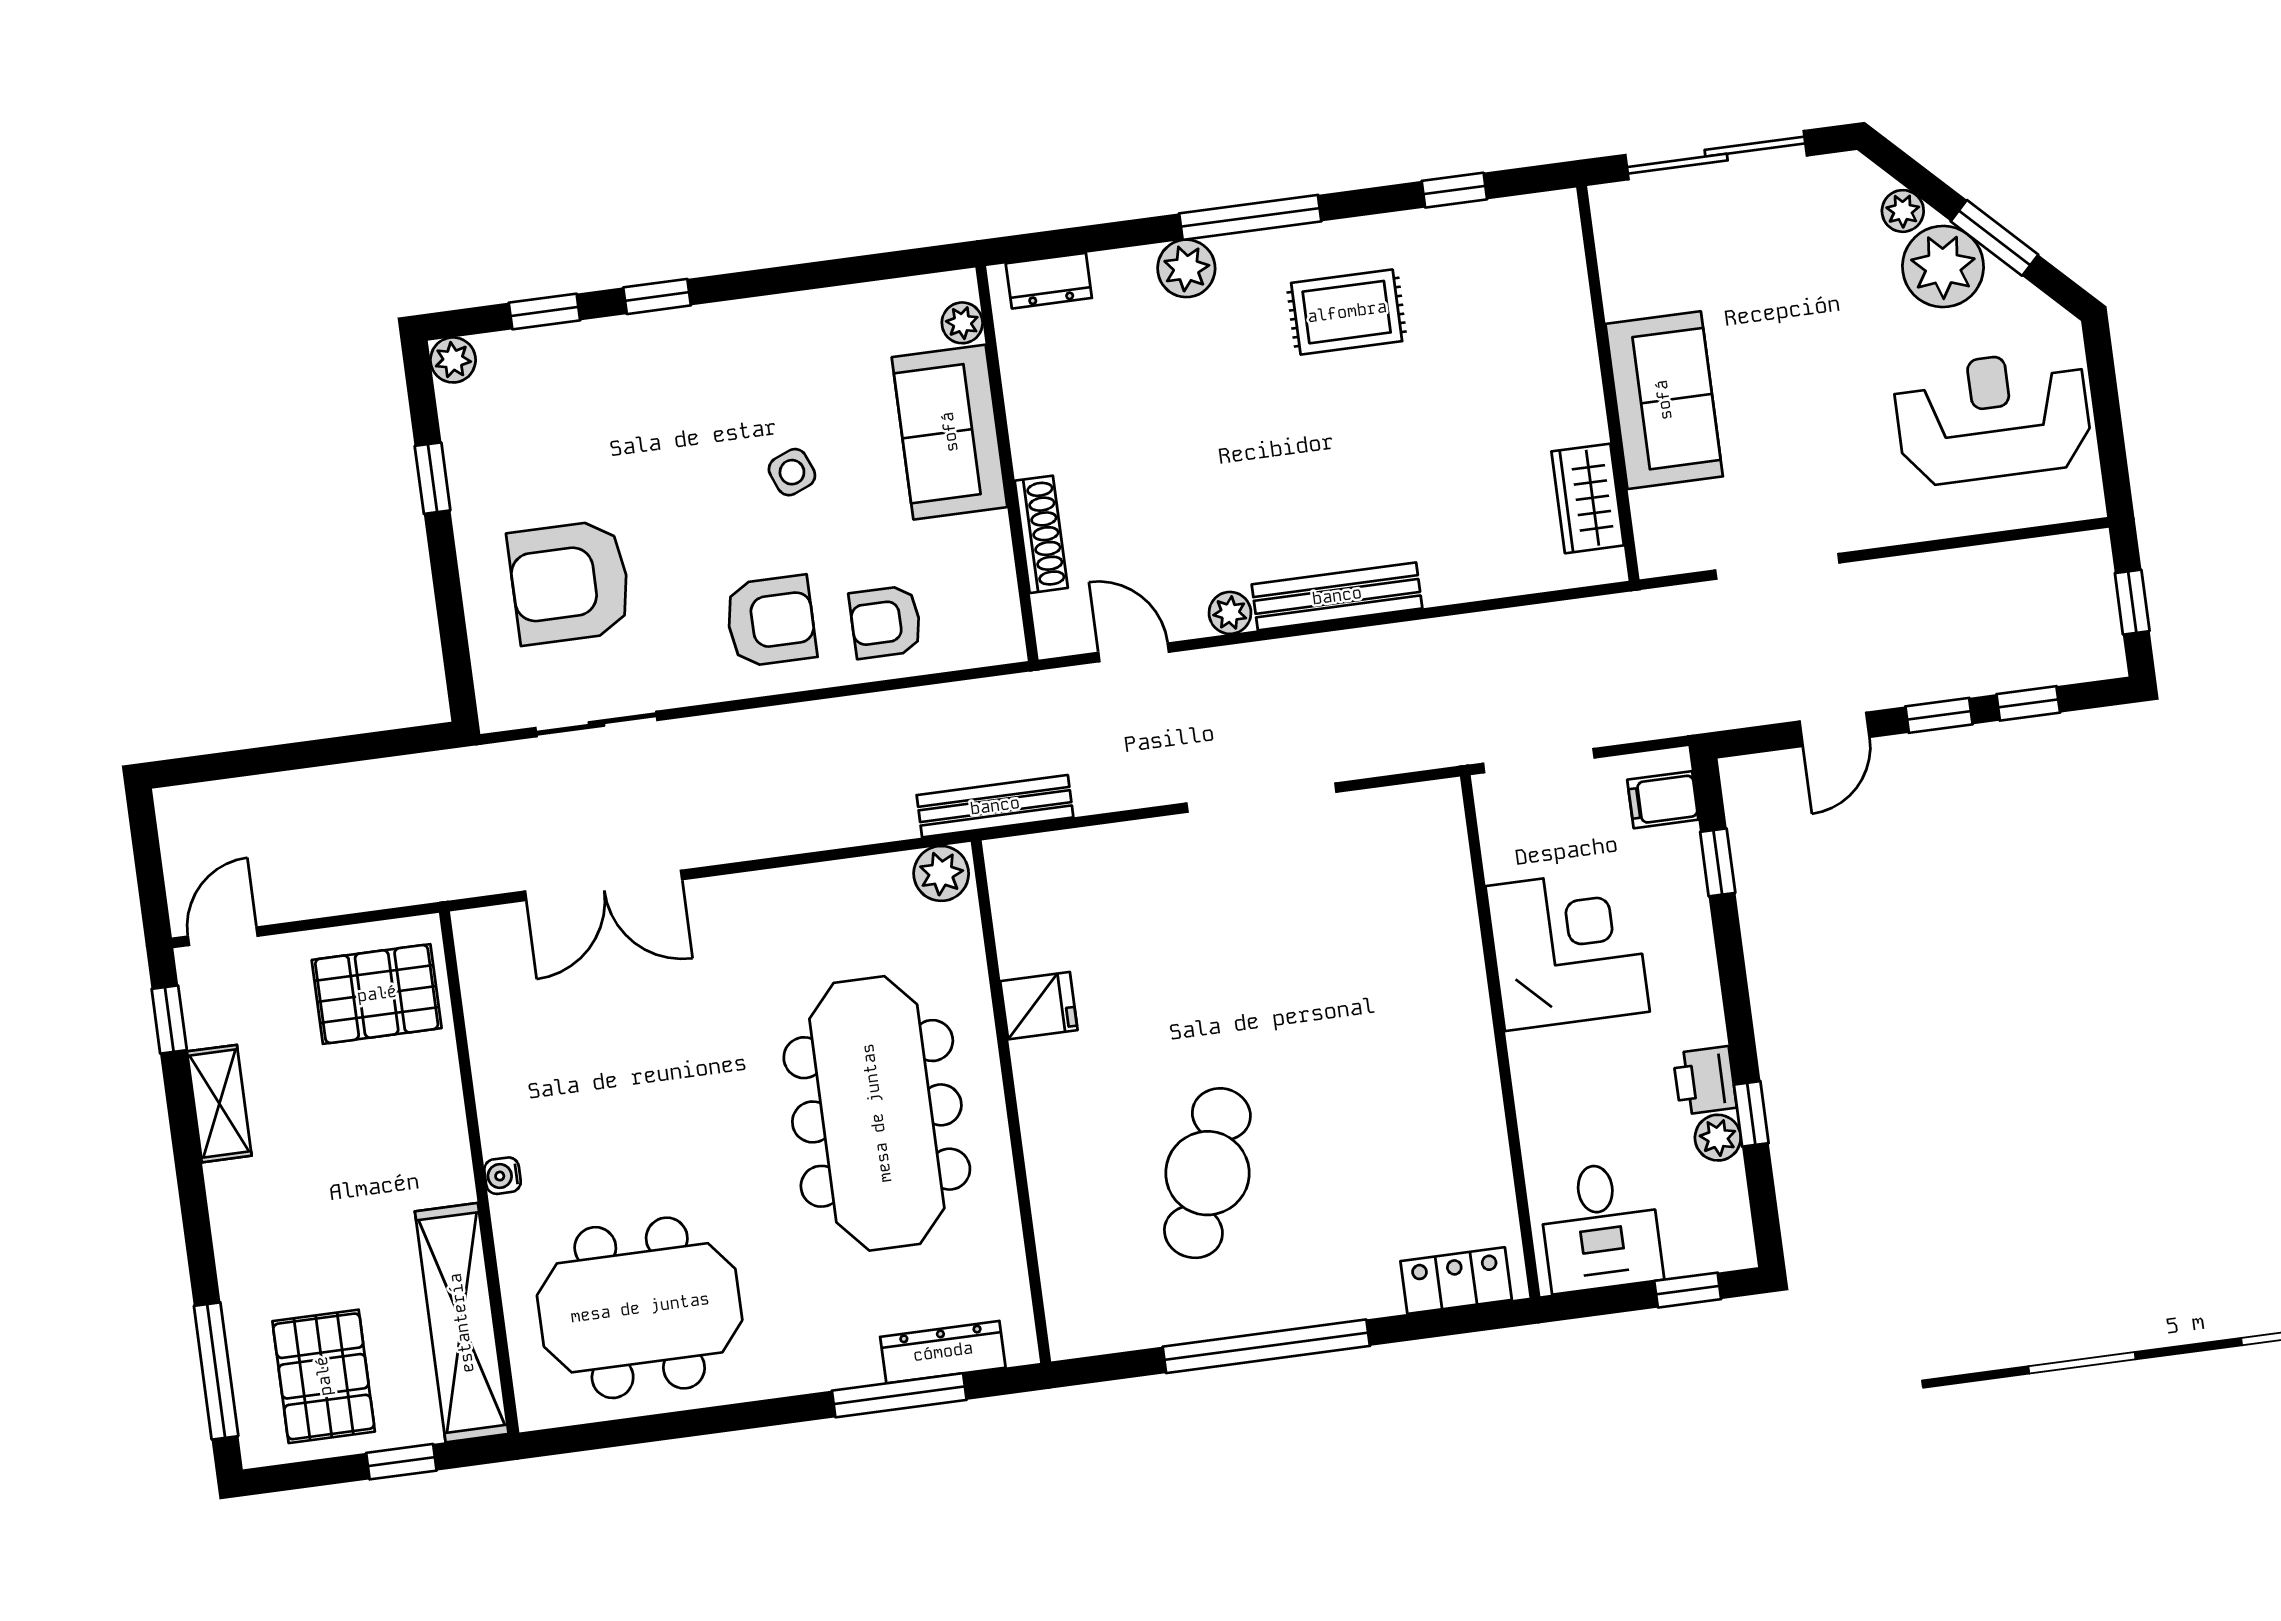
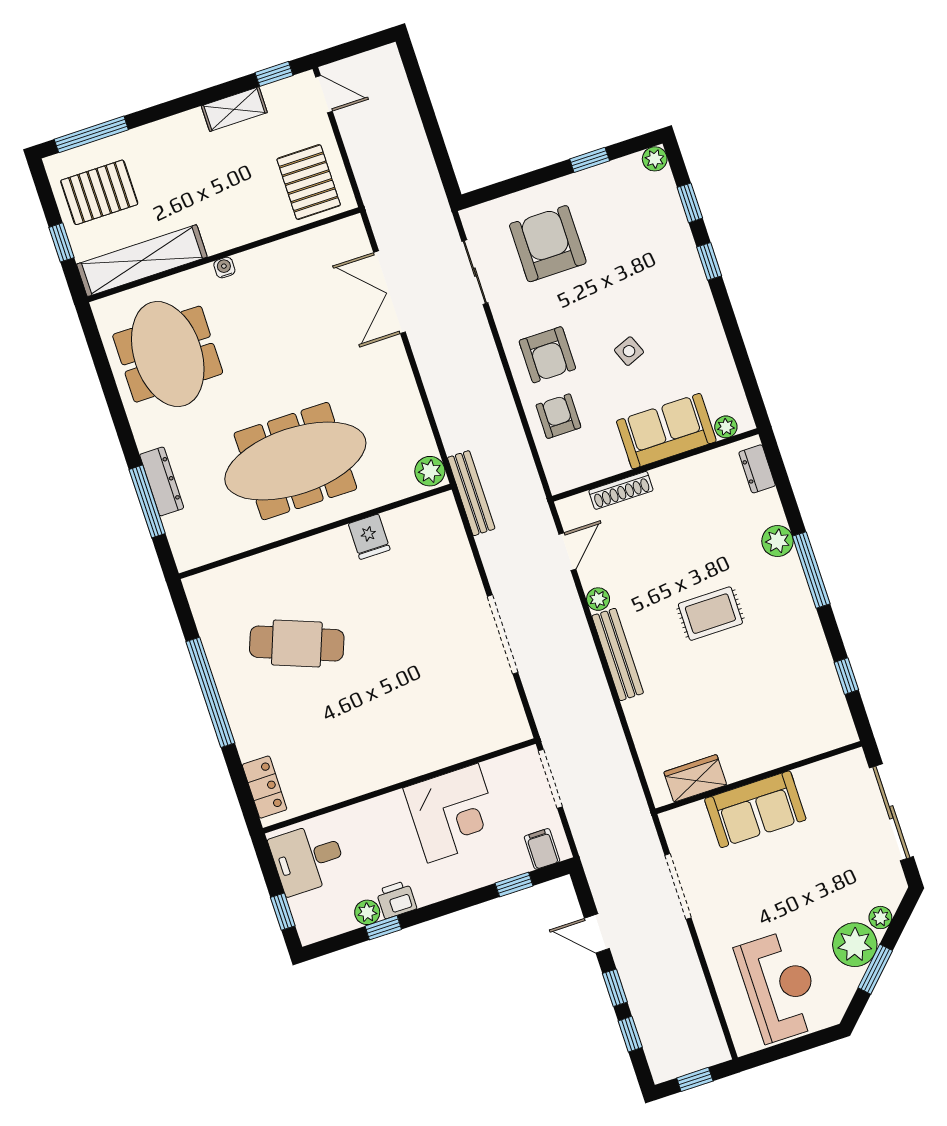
rug: (1347, 312) -> (710, 614), moved, turned 90
dresser: (943, 1352) -> (162, 481), moved

